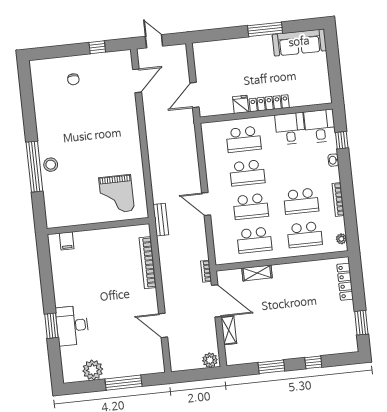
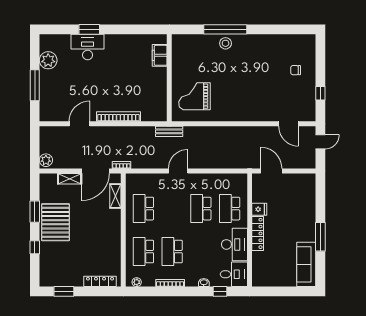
desk: (290, 129) -> (234, 244), width x1.37
school desk: (251, 206) -> (172, 209), removed
filing cabinet: (67, 241) -> (160, 55), width x2.00
bookcase: (148, 263) -> (118, 116), moved
shelving: (257, 273) -> (115, 196), moved
pallet: (281, 341) -> (56, 222), added

